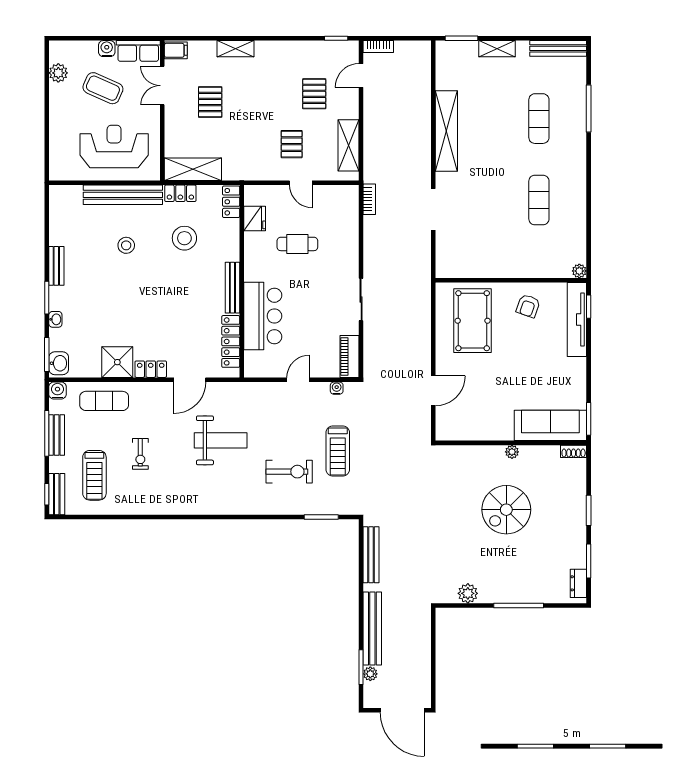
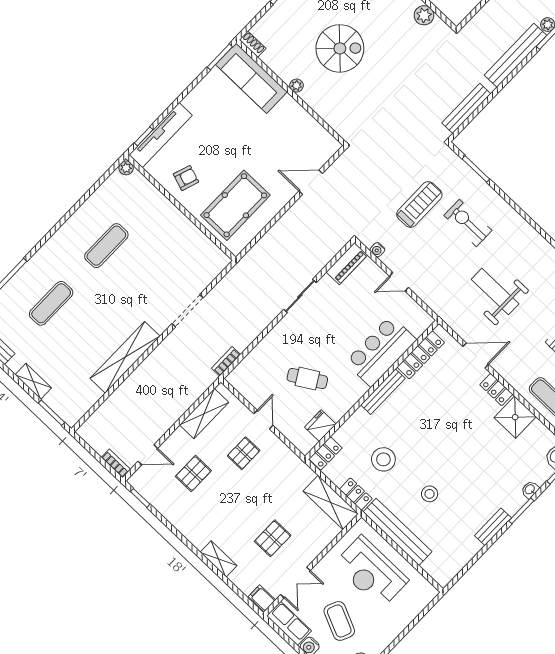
cafe table: (297, 244) -> (307, 379), turned -31

